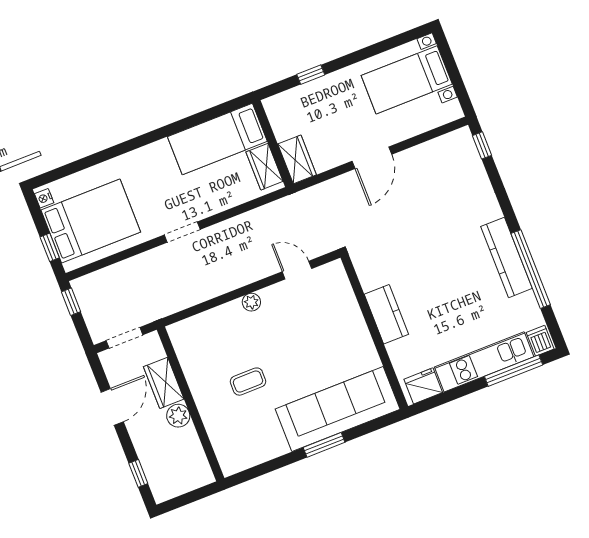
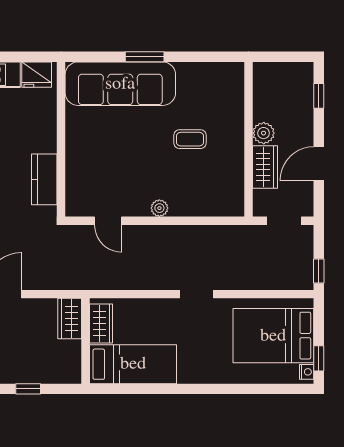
window: (50, 247) -> (319, 358), moved
kitchen counter: (386, 314) -> (44, 179), moved

